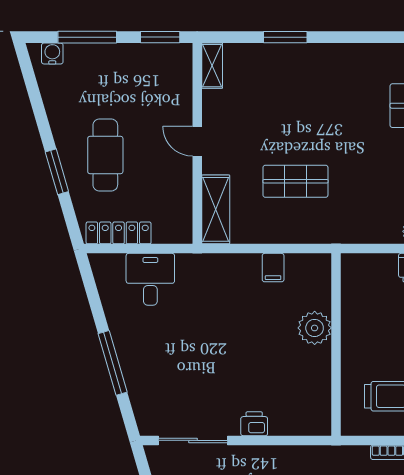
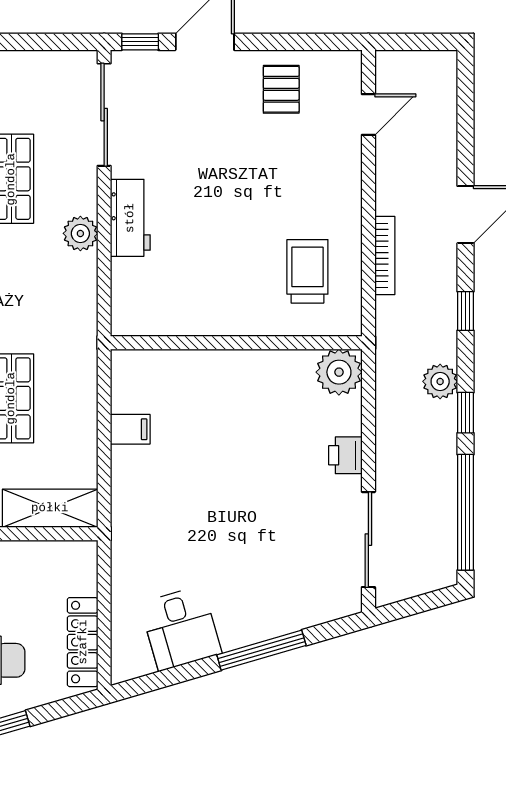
desk: (150, 279) -> (181, 628), moved, turned -106
plant: (315, 328) -> (339, 372), moved

